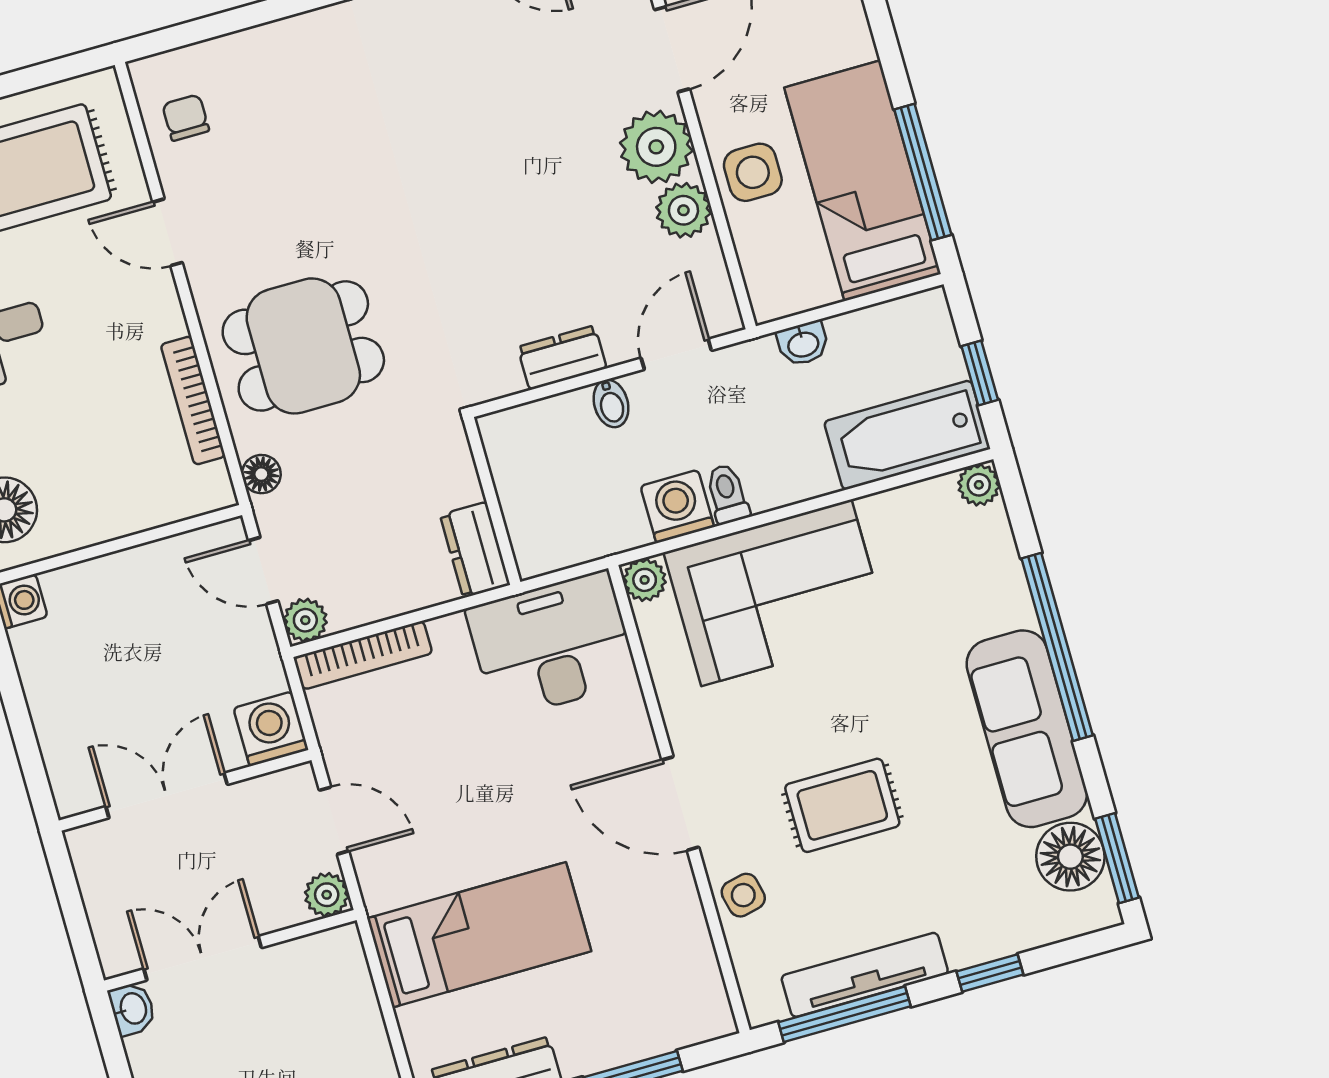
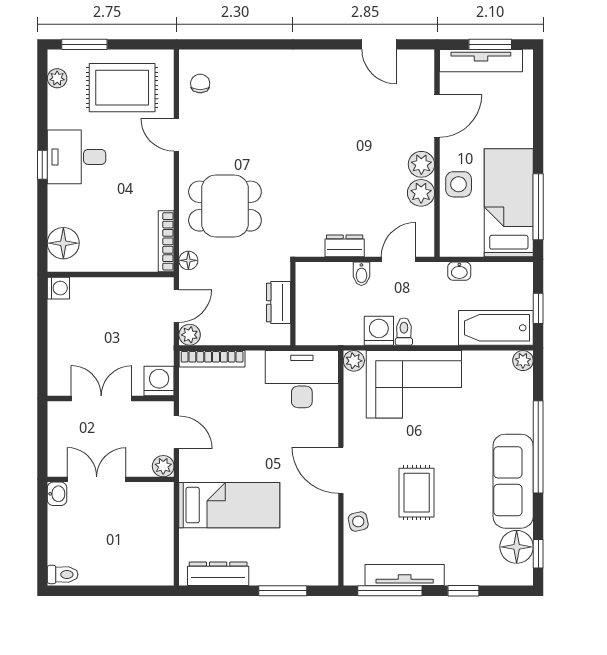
plant: (656, 147) -> (421, 164), width x0.73, depth x0.73
bookcase: (193, 401) -> (166, 241), moved
dresser: (475, 550) -> (278, 302), moved
door: (263, 571) -> (176, 306), swing flipped
rug: (842, 805) -> (417, 493), turned 90
window: (1117, 858) -> (538, 554), width x0.67

